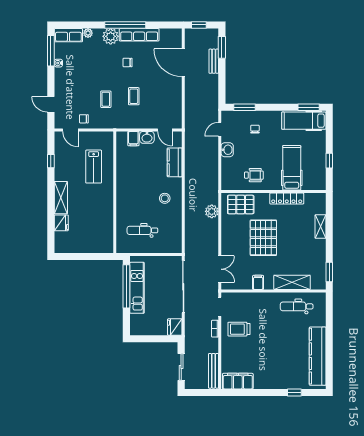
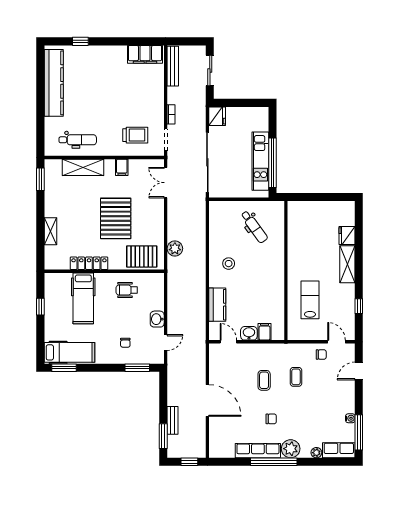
door: (183, 63) -> (207, 400), moved
door: (51, 104) -> (359, 371), swing flipped
dental chair: (142, 230) -> (254, 227), turned 54
trolley: (239, 329) -> (135, 135), moved

